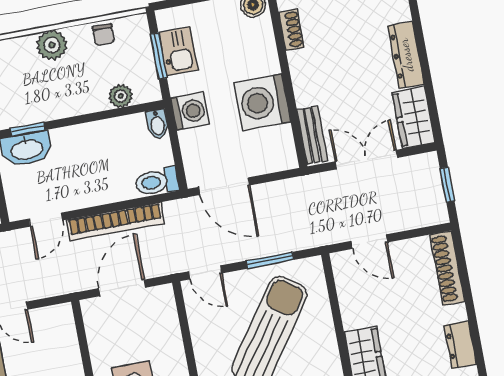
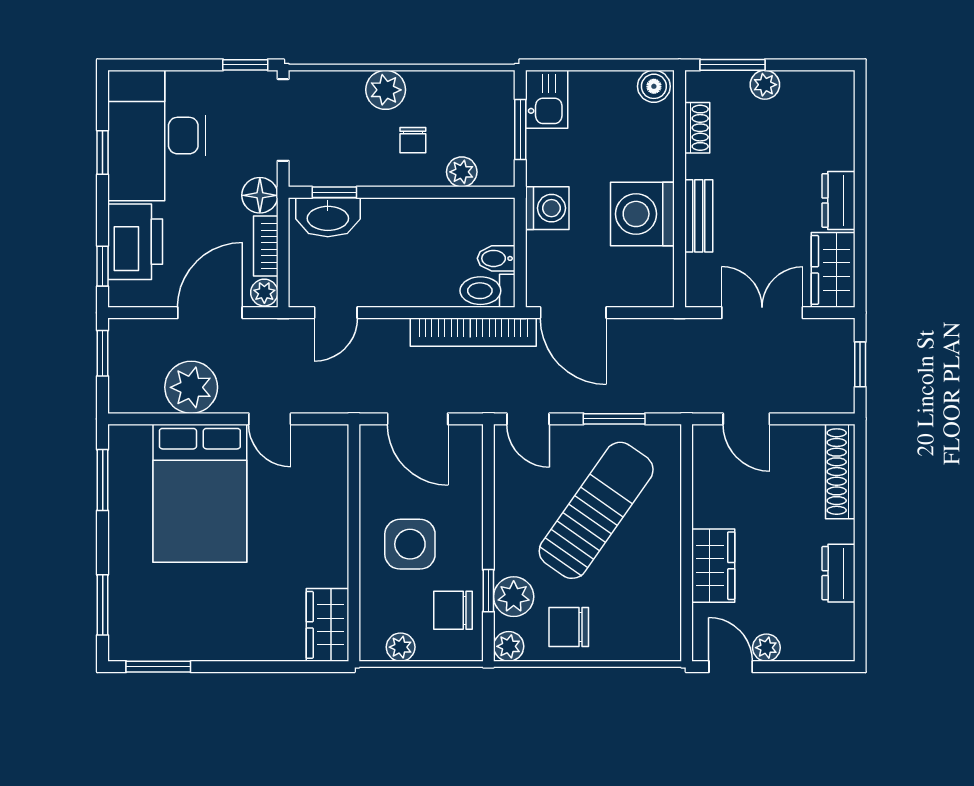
chair: (103, 35) -> (413, 140), moved
kitchen sink: (178, 51) -> (547, 99), moved
dresser: (406, 55) -> (838, 200), width x0.70
bidet: (157, 124) -> (496, 258), moved, turned 90
bench: (312, 135) -> (699, 216), moved
bookcase: (115, 222) -> (473, 332), moved
door: (122, 288) -> (418, 419), swing flipped

